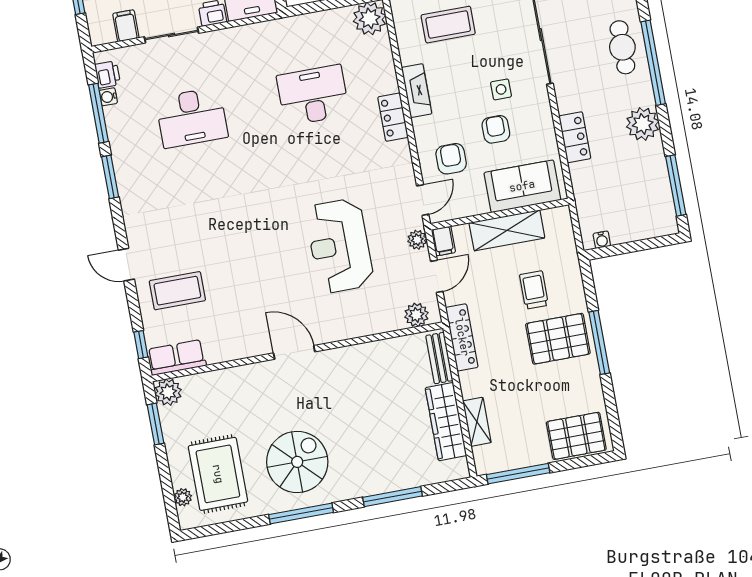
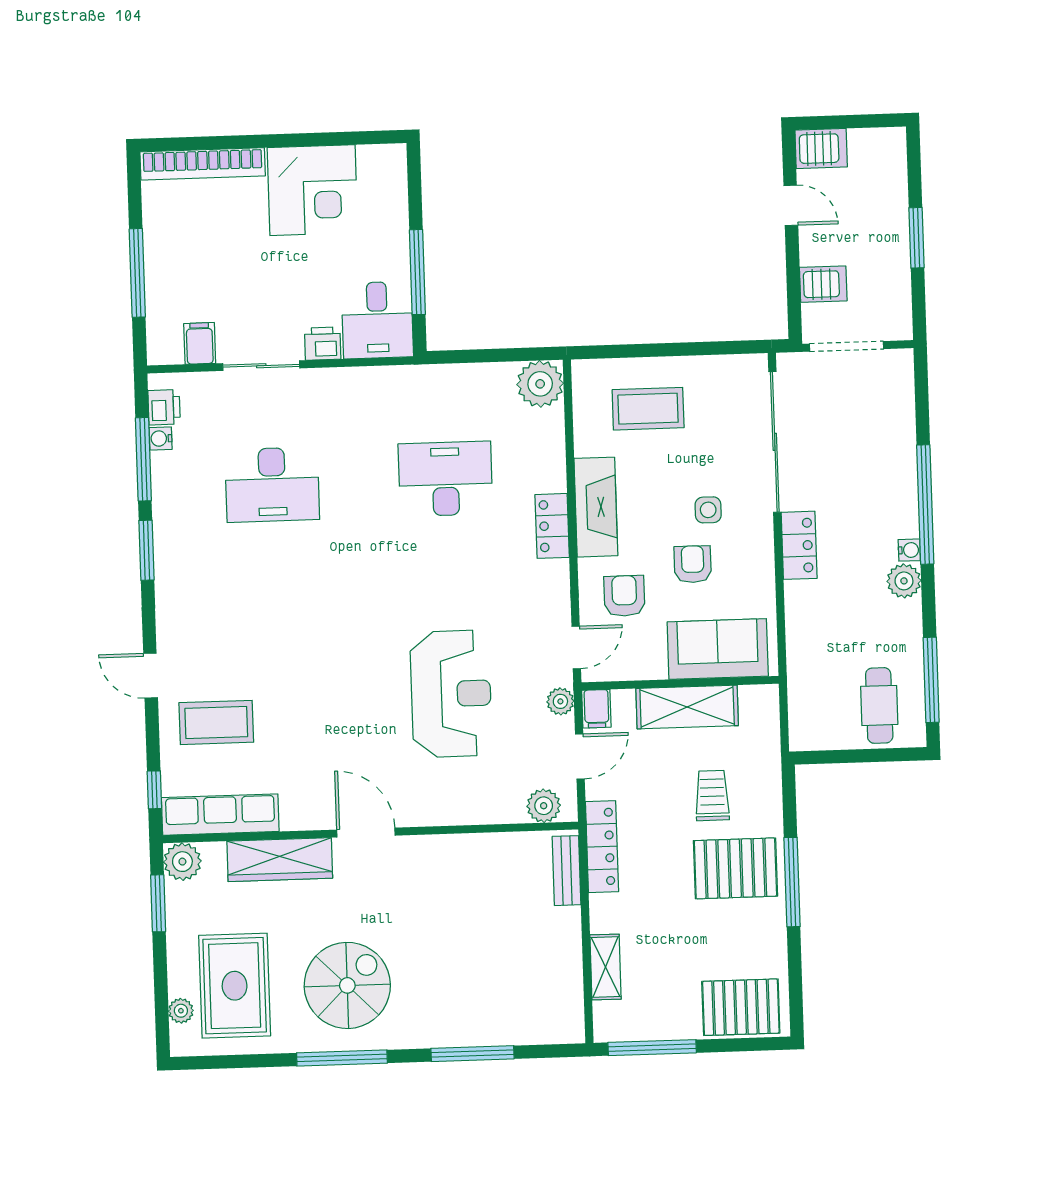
cafe table: (622, 47) -> (879, 705), moved
fireplace: (417, 91) -> (596, 507), width x1.37, depth x1.32
plant: (643, 124) -> (904, 581), width x0.73, depth x0.73
locker: (575, 137) -> (799, 545), moved
water cooler: (602, 240) -> (909, 550), moved, turned -90
reception desk: (340, 246) -> (451, 694), turned 180
row of seats: (177, 357) -> (220, 815), width x1.48
wardrobe: (446, 422) -> (280, 860), moved, turned -90

